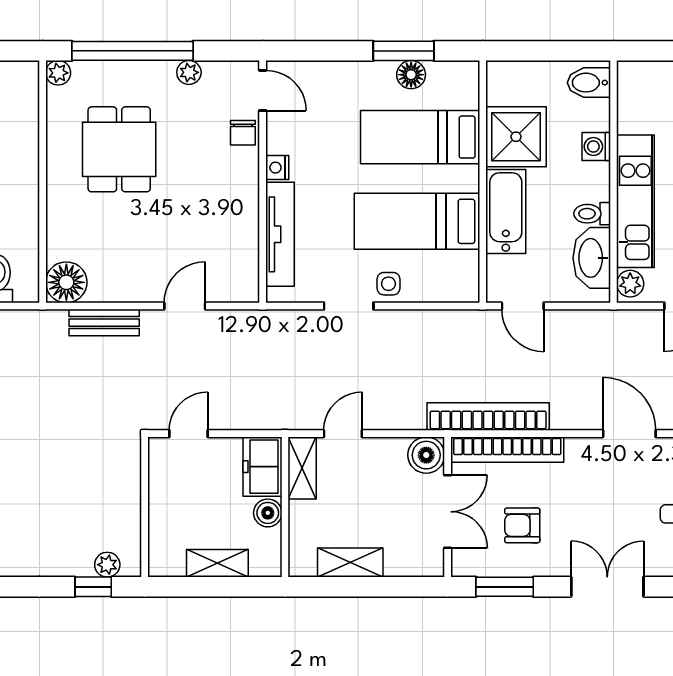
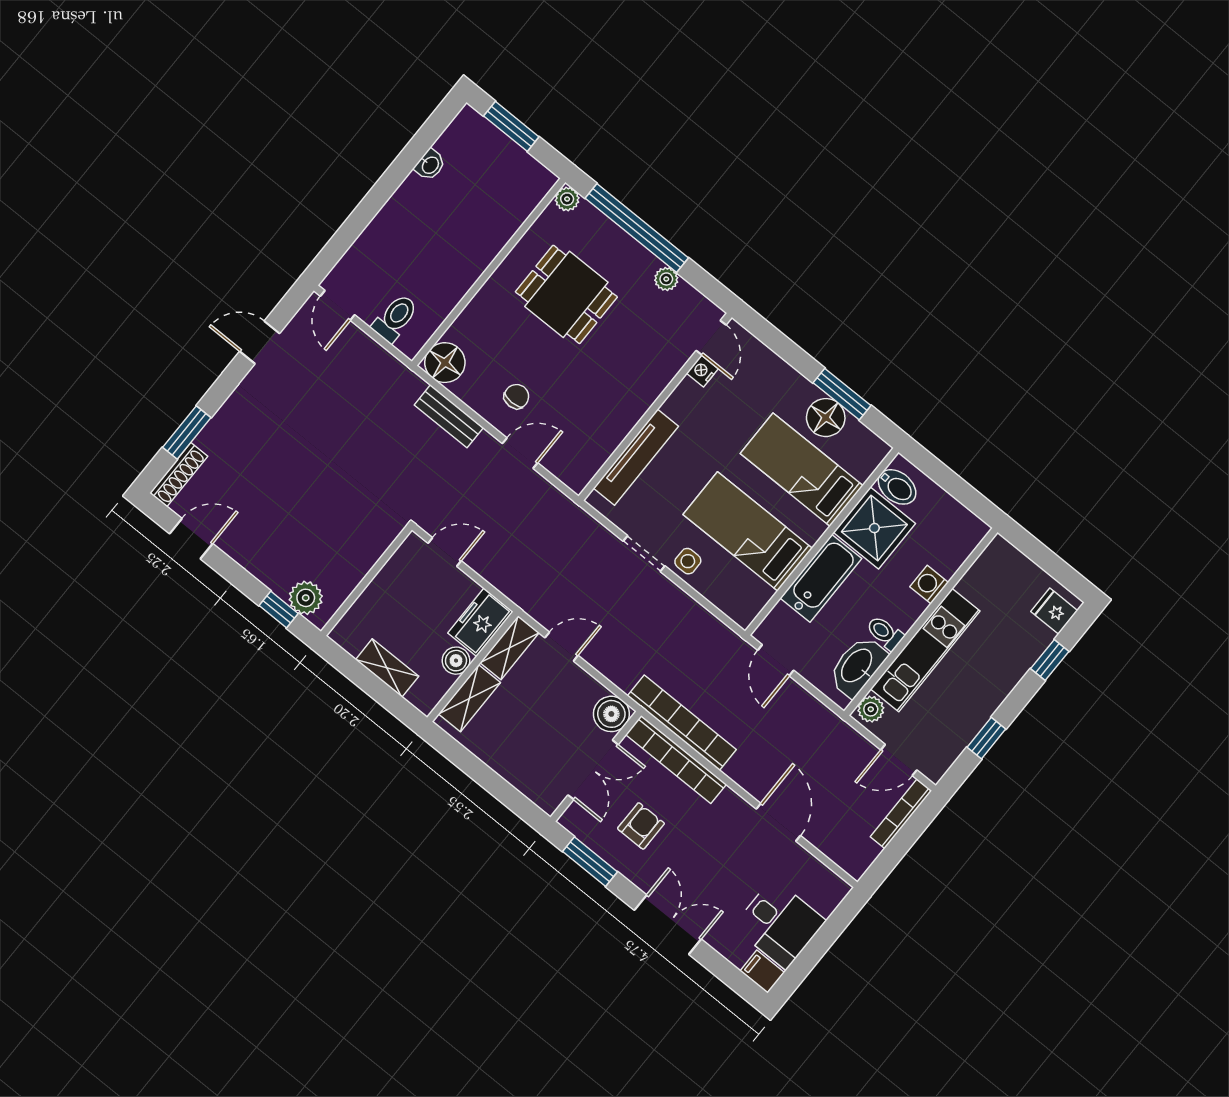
floor lamp: (411, 75) -> (826, 418), width x1.38, depth x1.38
bidet: (589, 83) -> (897, 487), moved, turned 180
chair: (243, 133) -> (516, 396), moved, turned 180
dining table: (119, 149) -> (566, 294), turned 90
nightstand: (277, 168) -> (702, 371), moved
armchair: (522, 525) -> (641, 826), turned 90
shelving: (350, 562) -> (469, 698), moved, turned 90
plant: (107, 565) -> (306, 598), width x1.38, depth x1.38

